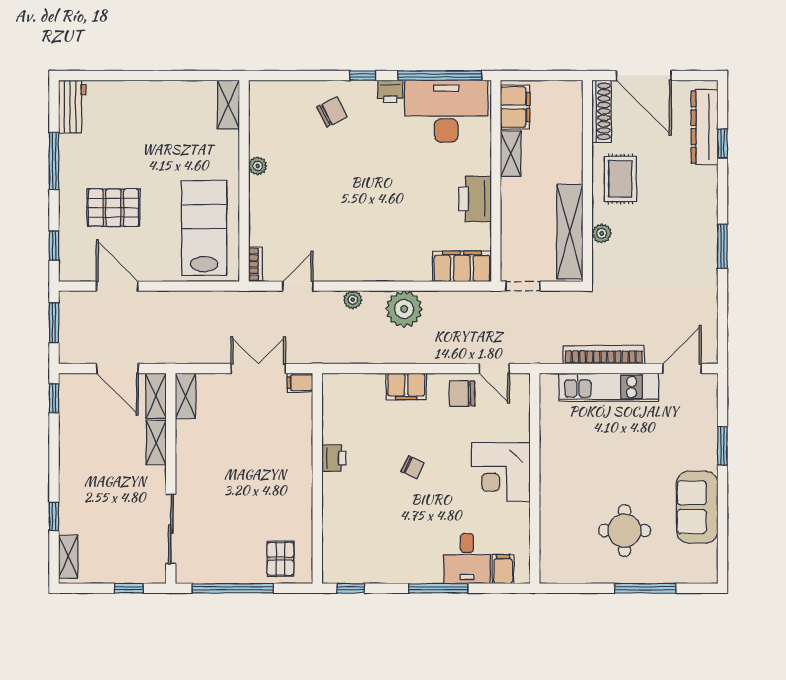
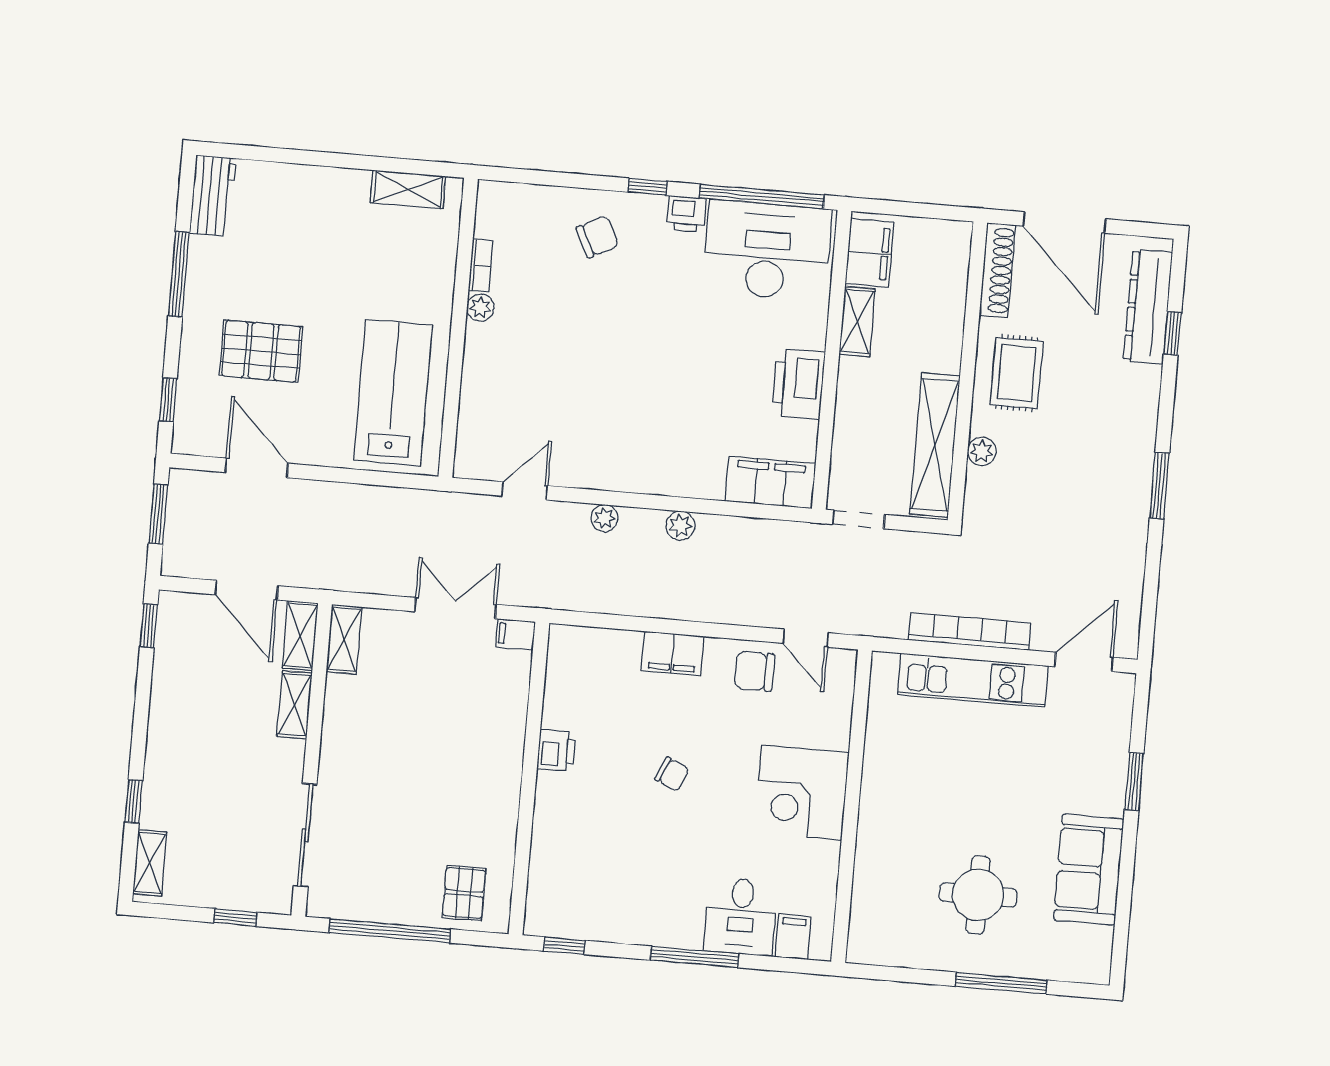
shelving: (228, 104) -> (408, 189), moved, turned 90
bookcase: (255, 264) -> (481, 265), moved
plant: (404, 309) -> (680, 526), width x0.53, depth x0.53

